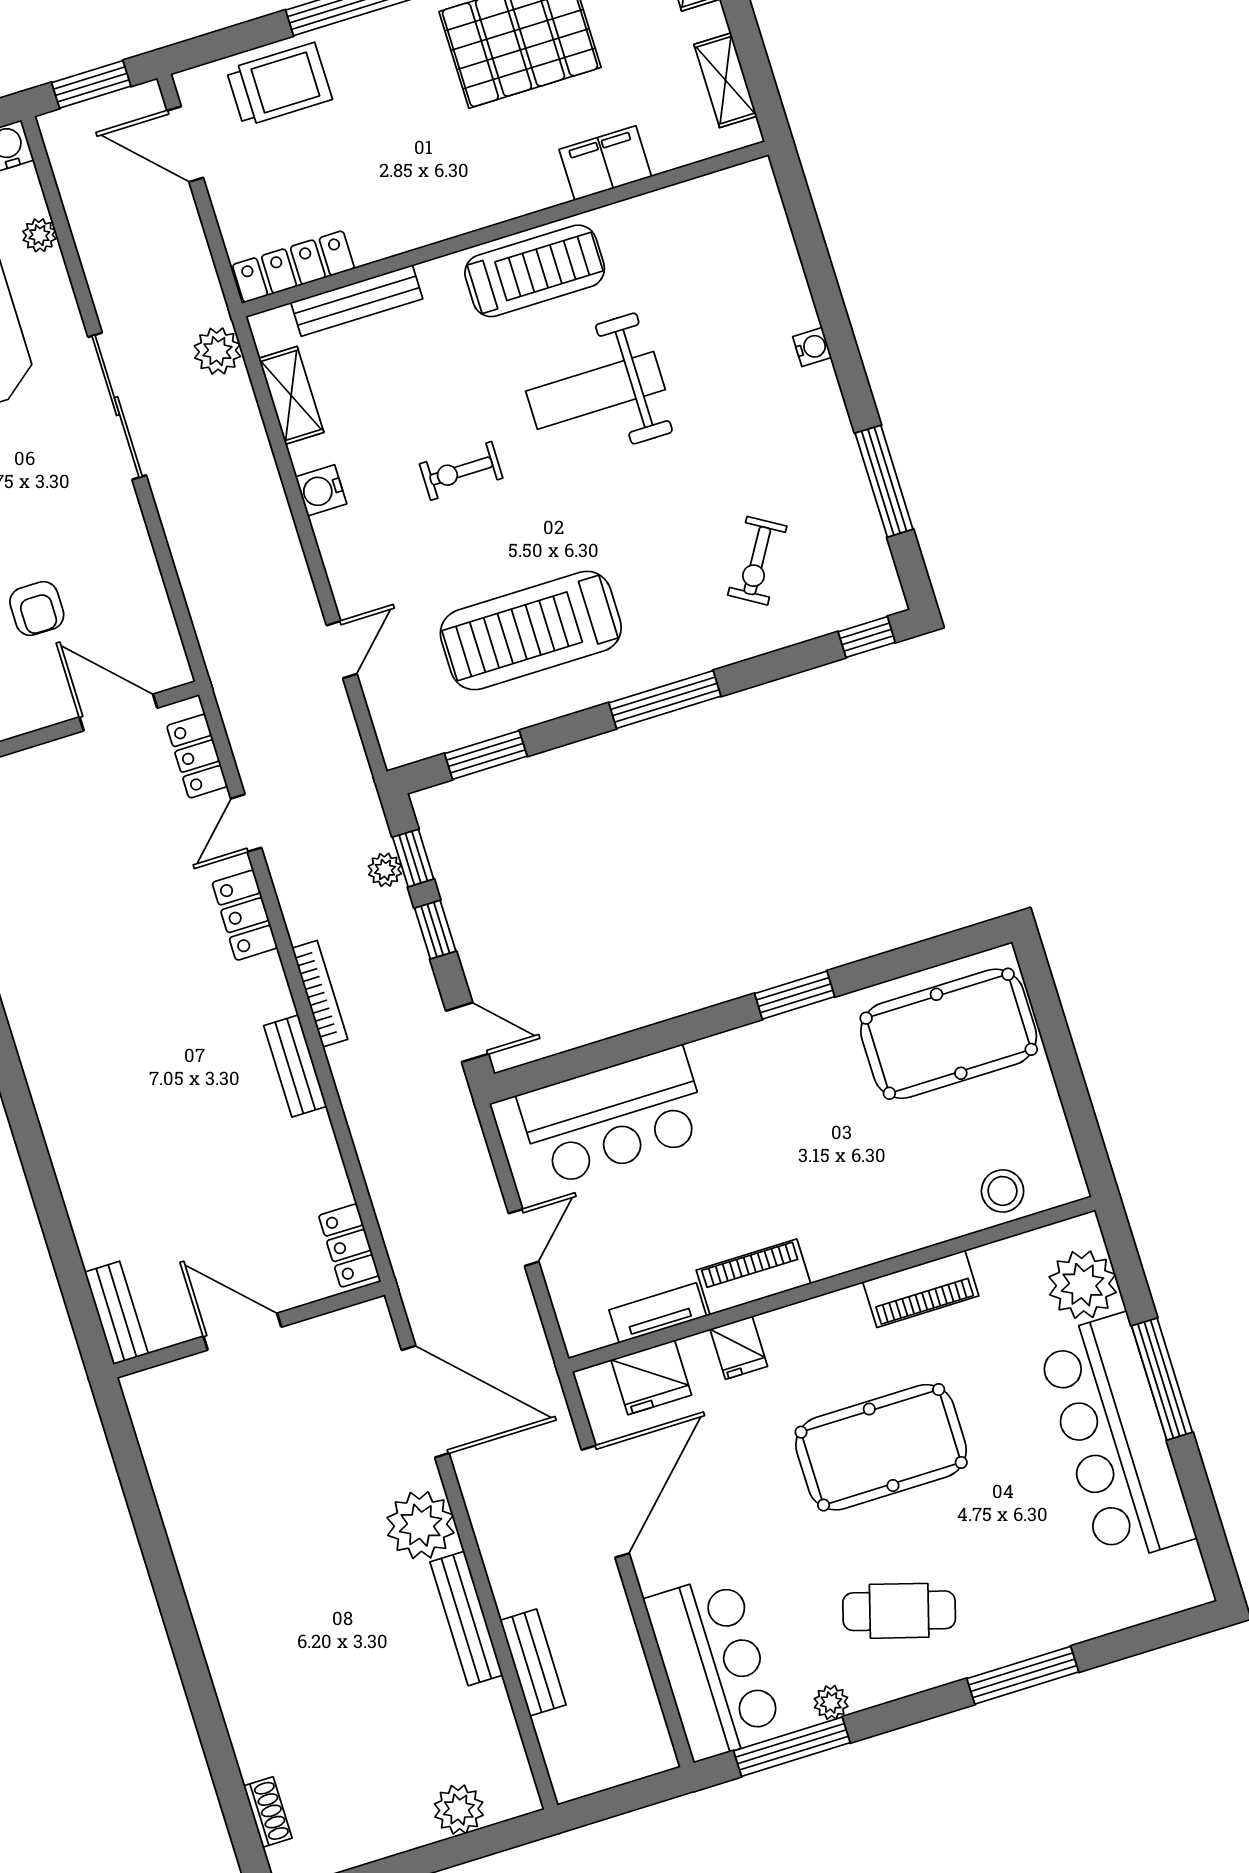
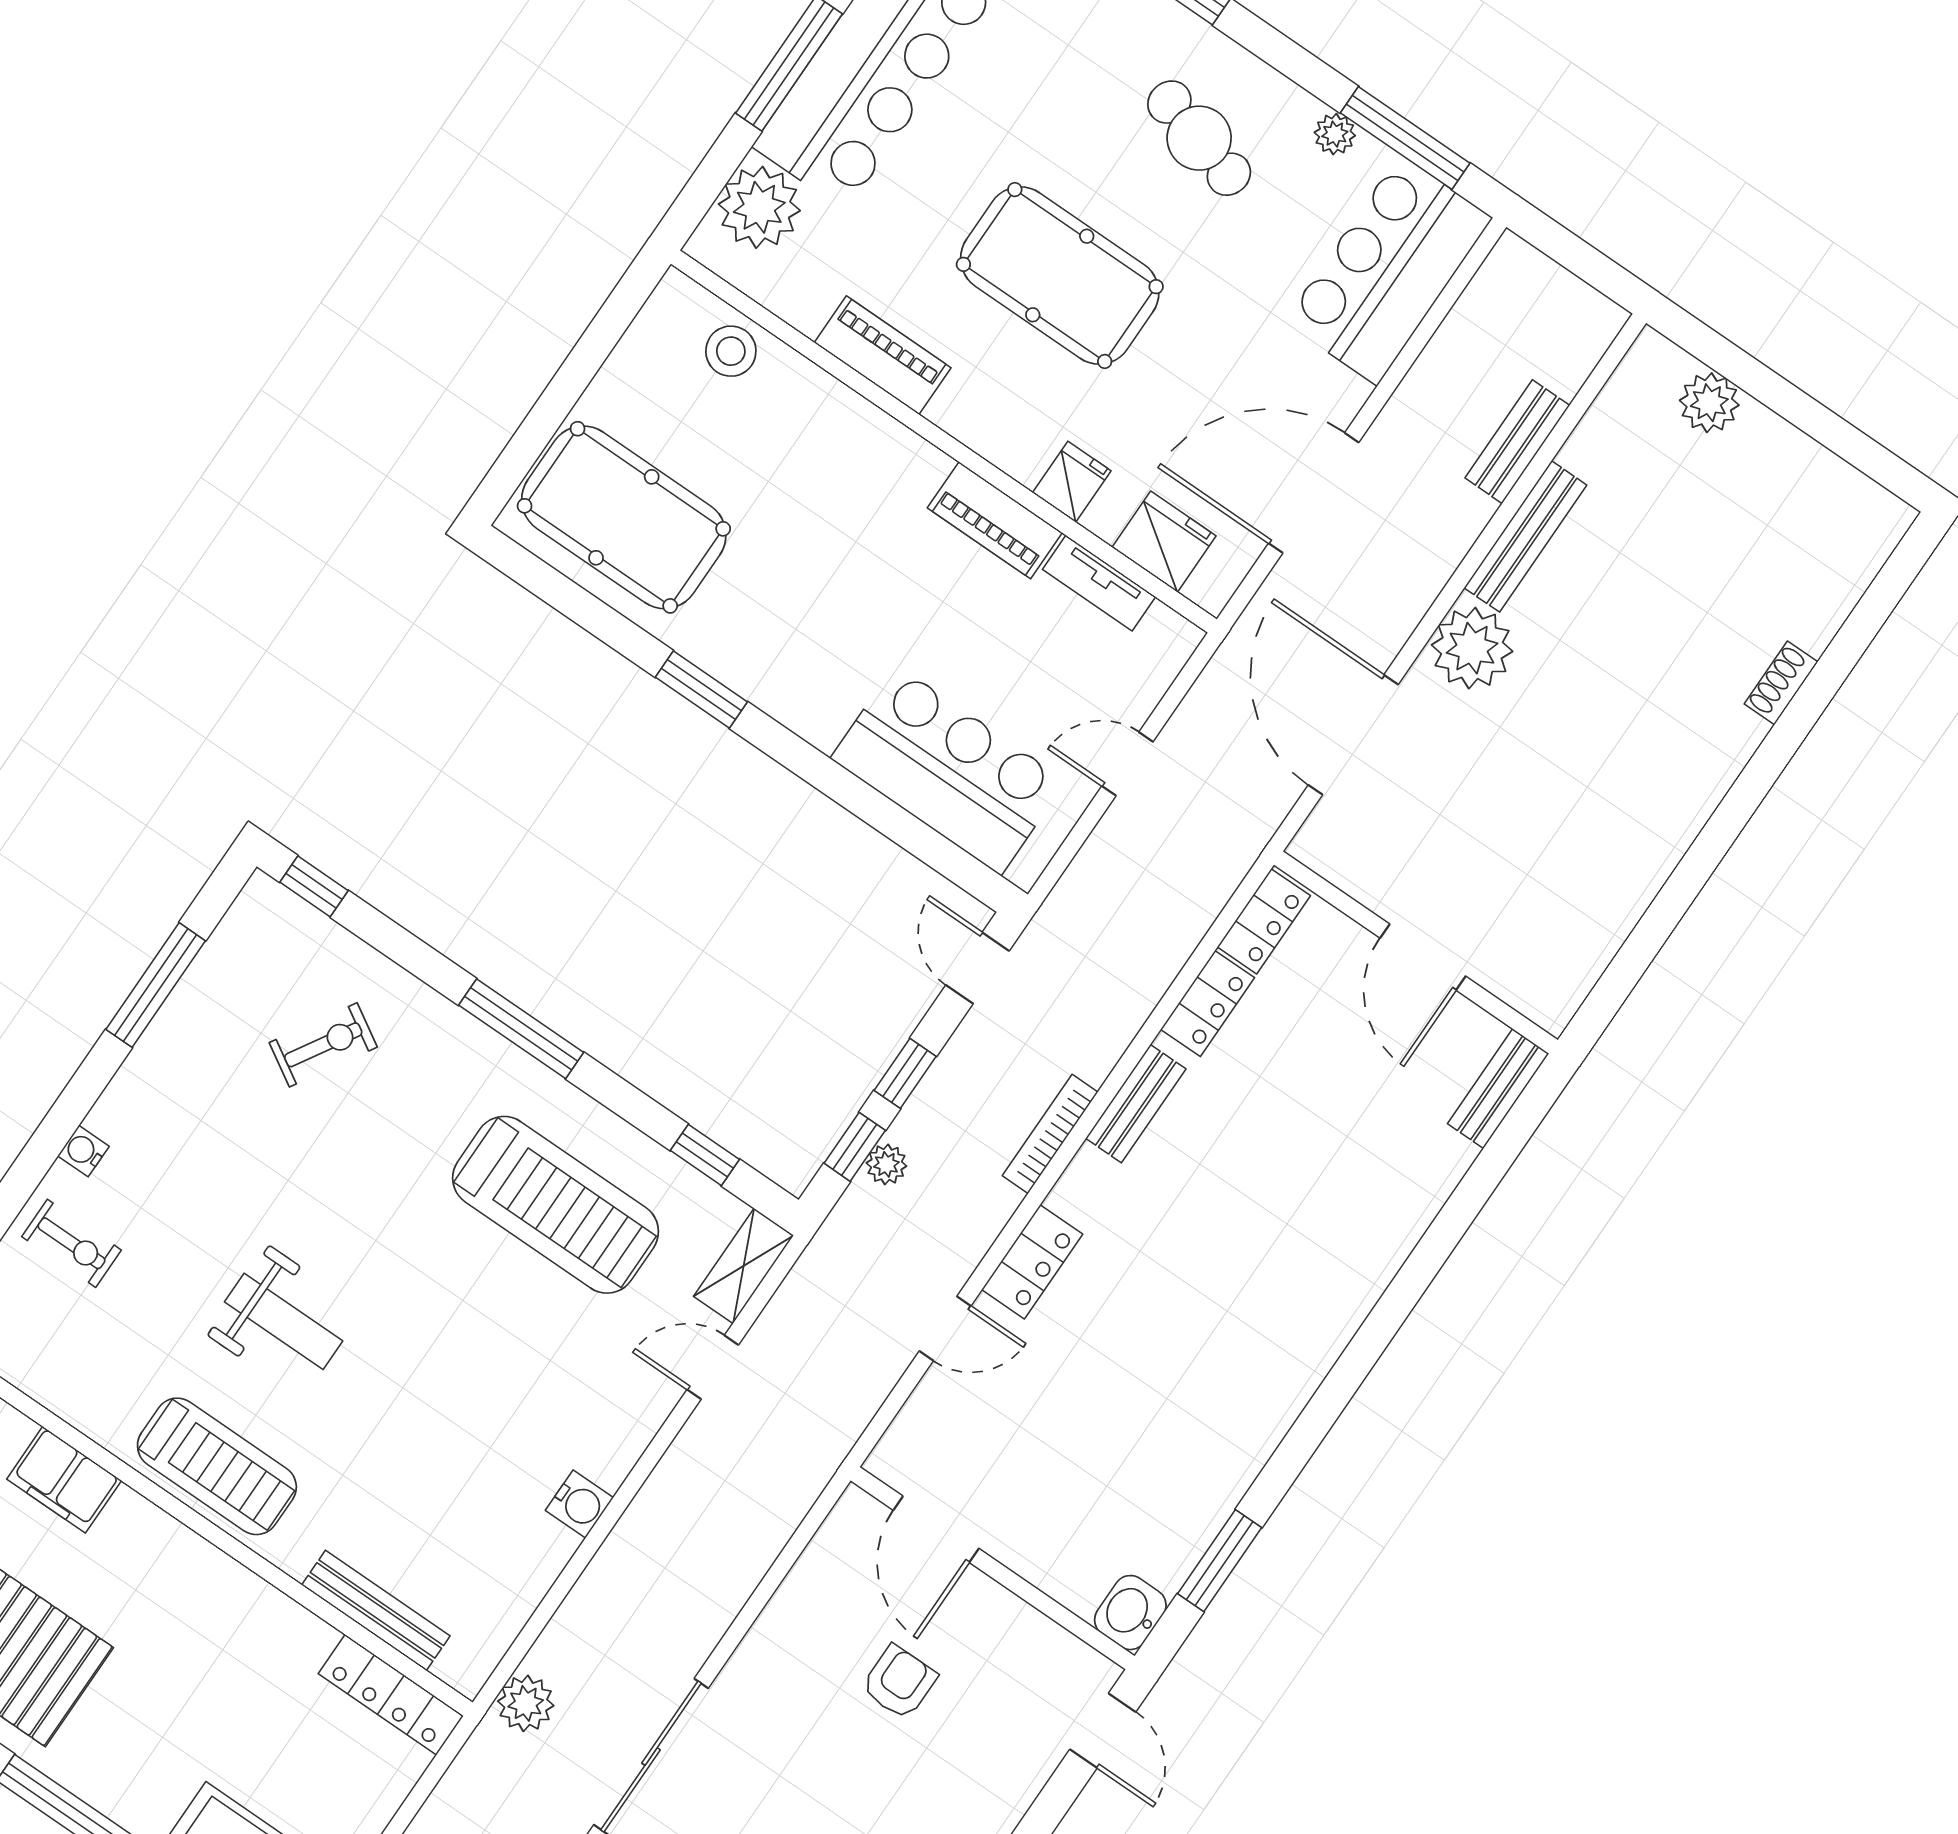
treadmill: (535, 271) -> (217, 1466), turned 180
weight bench: (596, 390) -> (284, 1321), width x0.73, depth x0.75
shelving: (291, 395) -> (744, 1266), moved
exercise bike: (461, 471) -> (71, 1243), moved
window: (486, 755) -> (705, 1155), width x0.67
locker: (197, 756) -> (1208, 1003), moved
shoe rack: (268, 1812) -> (1781, 683), moved

